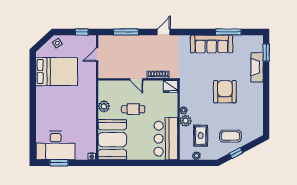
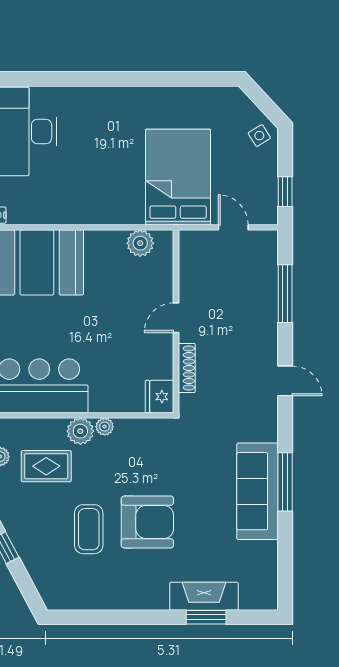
window: (228, 32) -> (285, 482), moved
window: (266, 52) -> (206, 617), moved
bed: (57, 72) -> (178, 177), moved, turned 180
plant: (104, 106) -> (140, 243), moved
cafe table: (133, 109) -> (107, 310), removed
coffee table: (230, 136) -> (89, 529), moved

